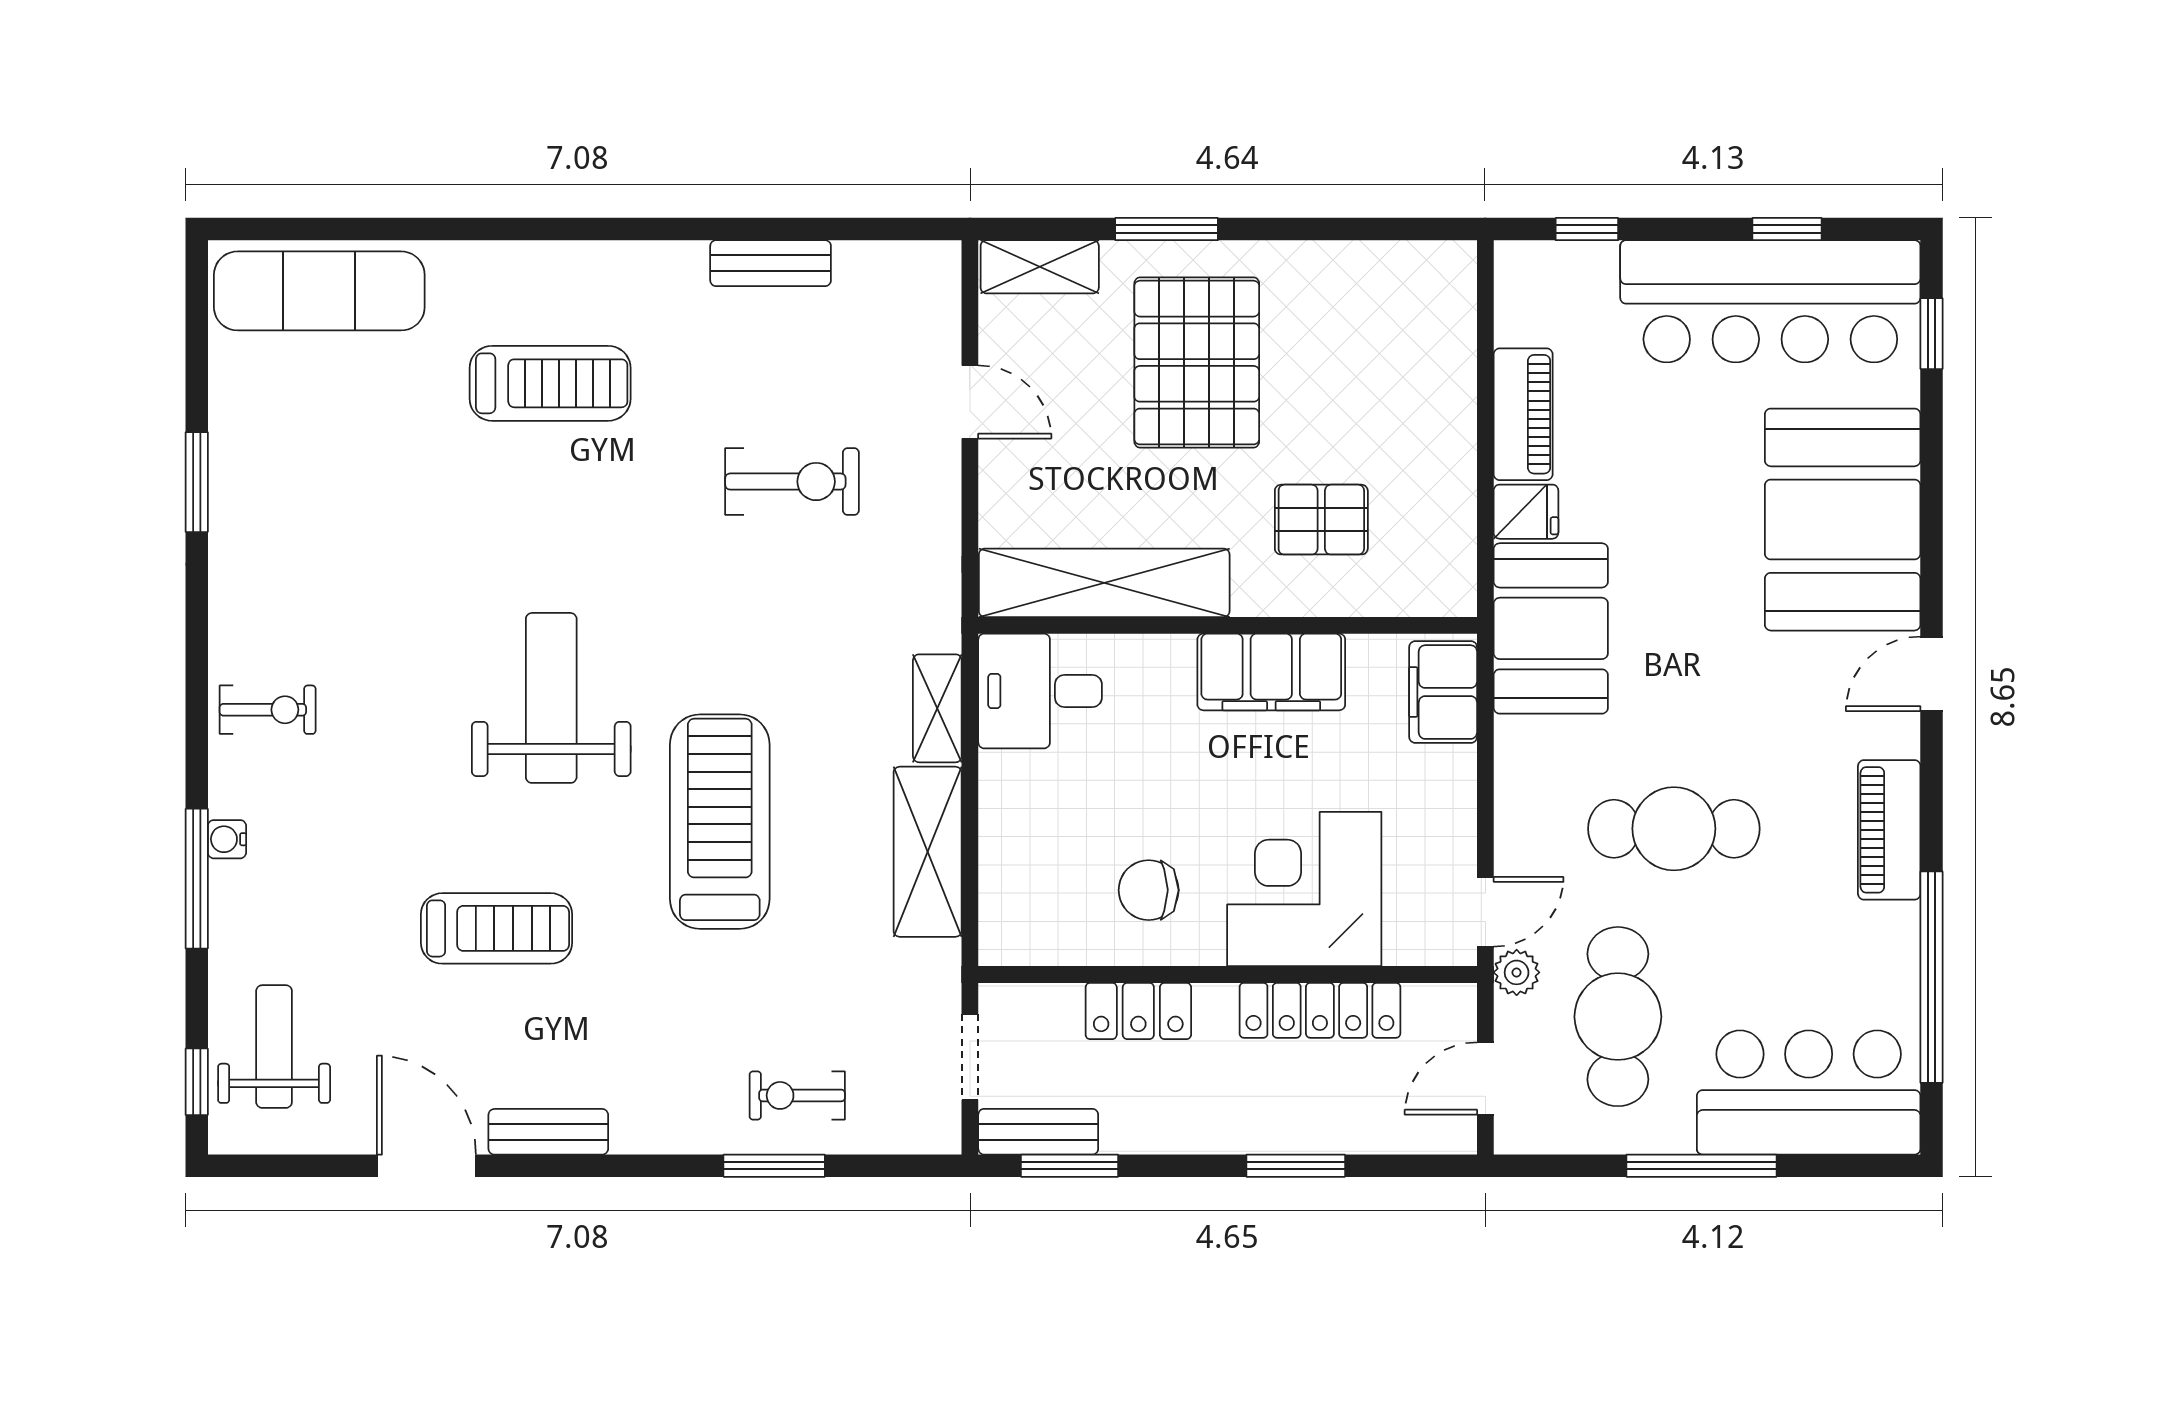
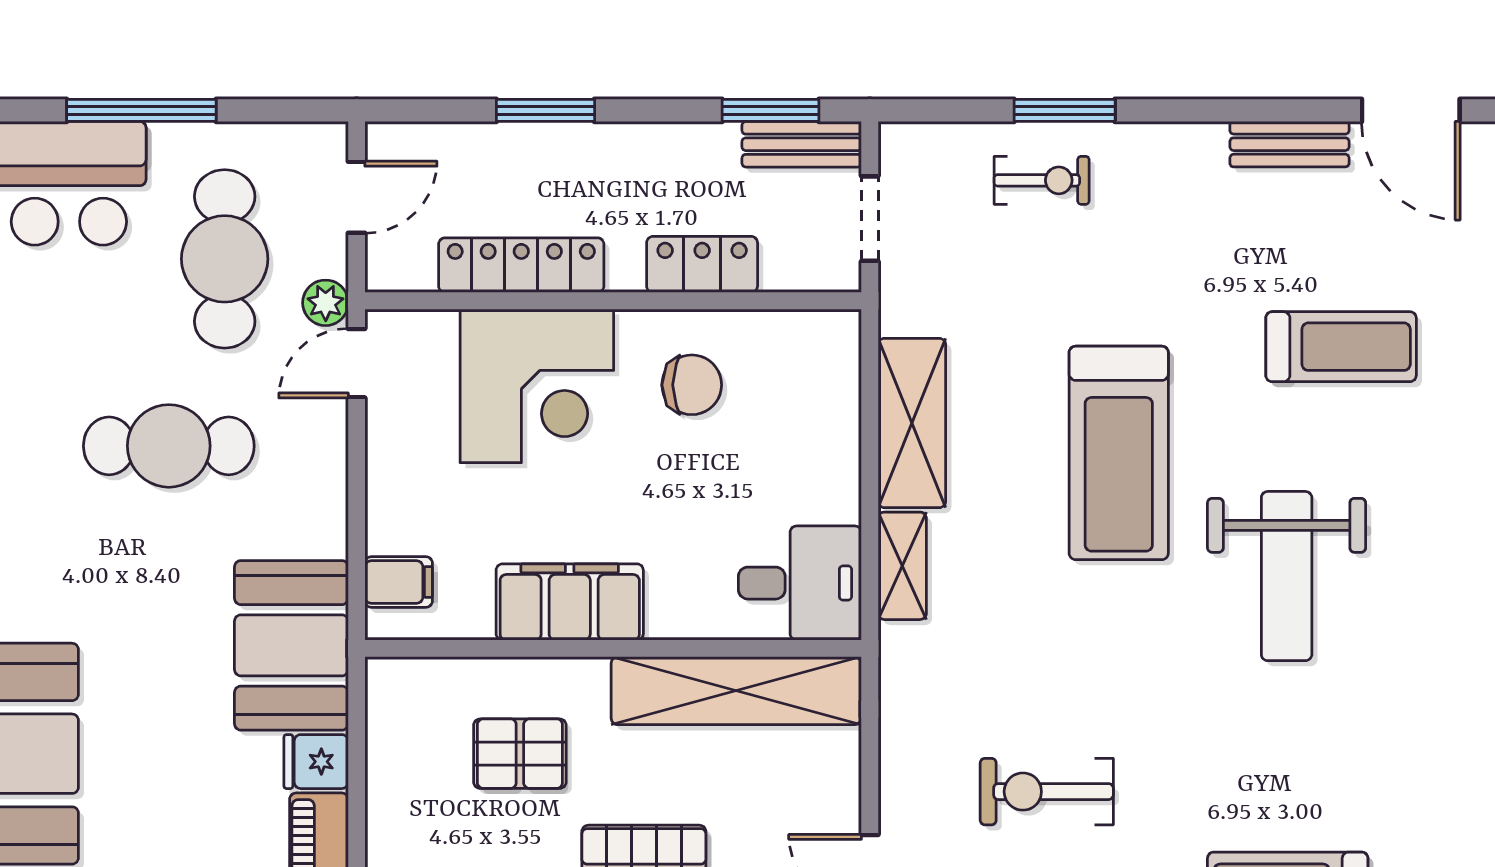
filing cabinet: (1443, 692) -> (399, 582), width x0.50
treadmill: (496, 928) -> (1341, 347), turned 180

